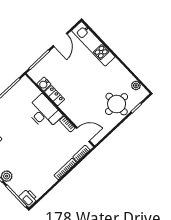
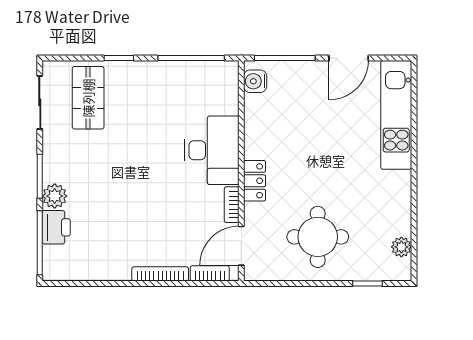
water cooler: (44, 84) -> (255, 81), moved
locker: (55, 96) -> (255, 181), moved
round table: (117, 104) -> (318, 237), moved
door: (83, 135) -> (241, 246), swing flipped
printer: (28, 198) -> (56, 227), moved

